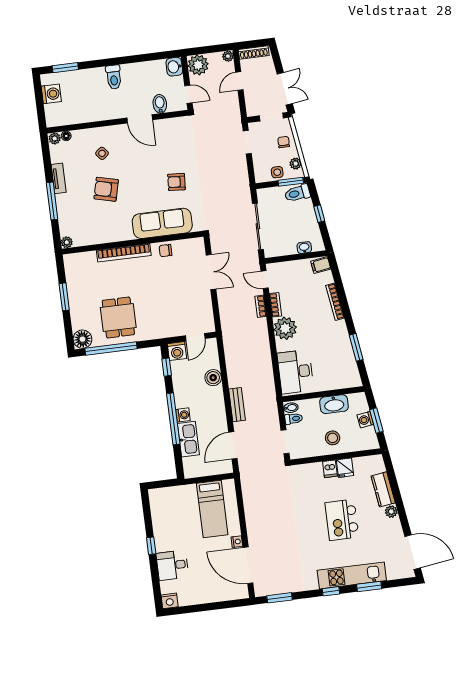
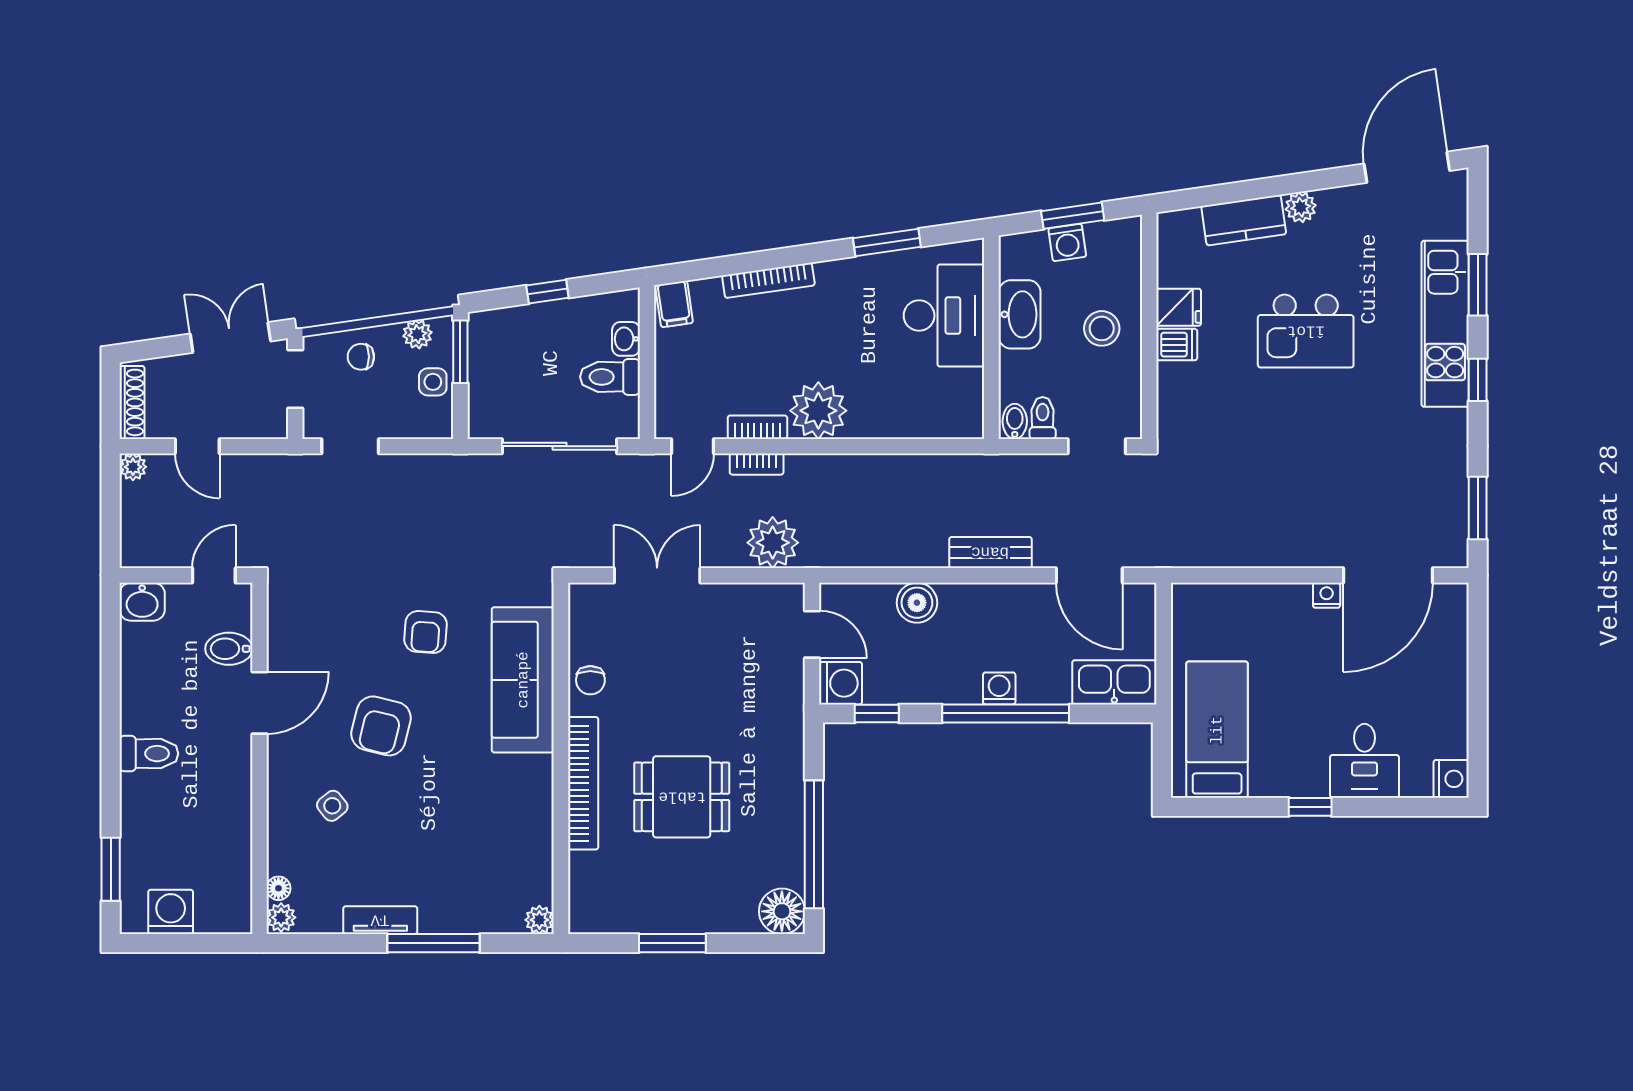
plant: (198, 65) -> (773, 543), moved
armchair: (106, 189) -> (381, 726), moved
toilet: (297, 193) -> (610, 377), moved, turned 98
dining table: (118, 318) -> (682, 797), moved
desk: (296, 372) -> (944, 316), moved, turned -90
kitchen sink: (188, 439) -> (1114, 682), moved
bed: (212, 509) -> (1217, 730), moved, turned -90

